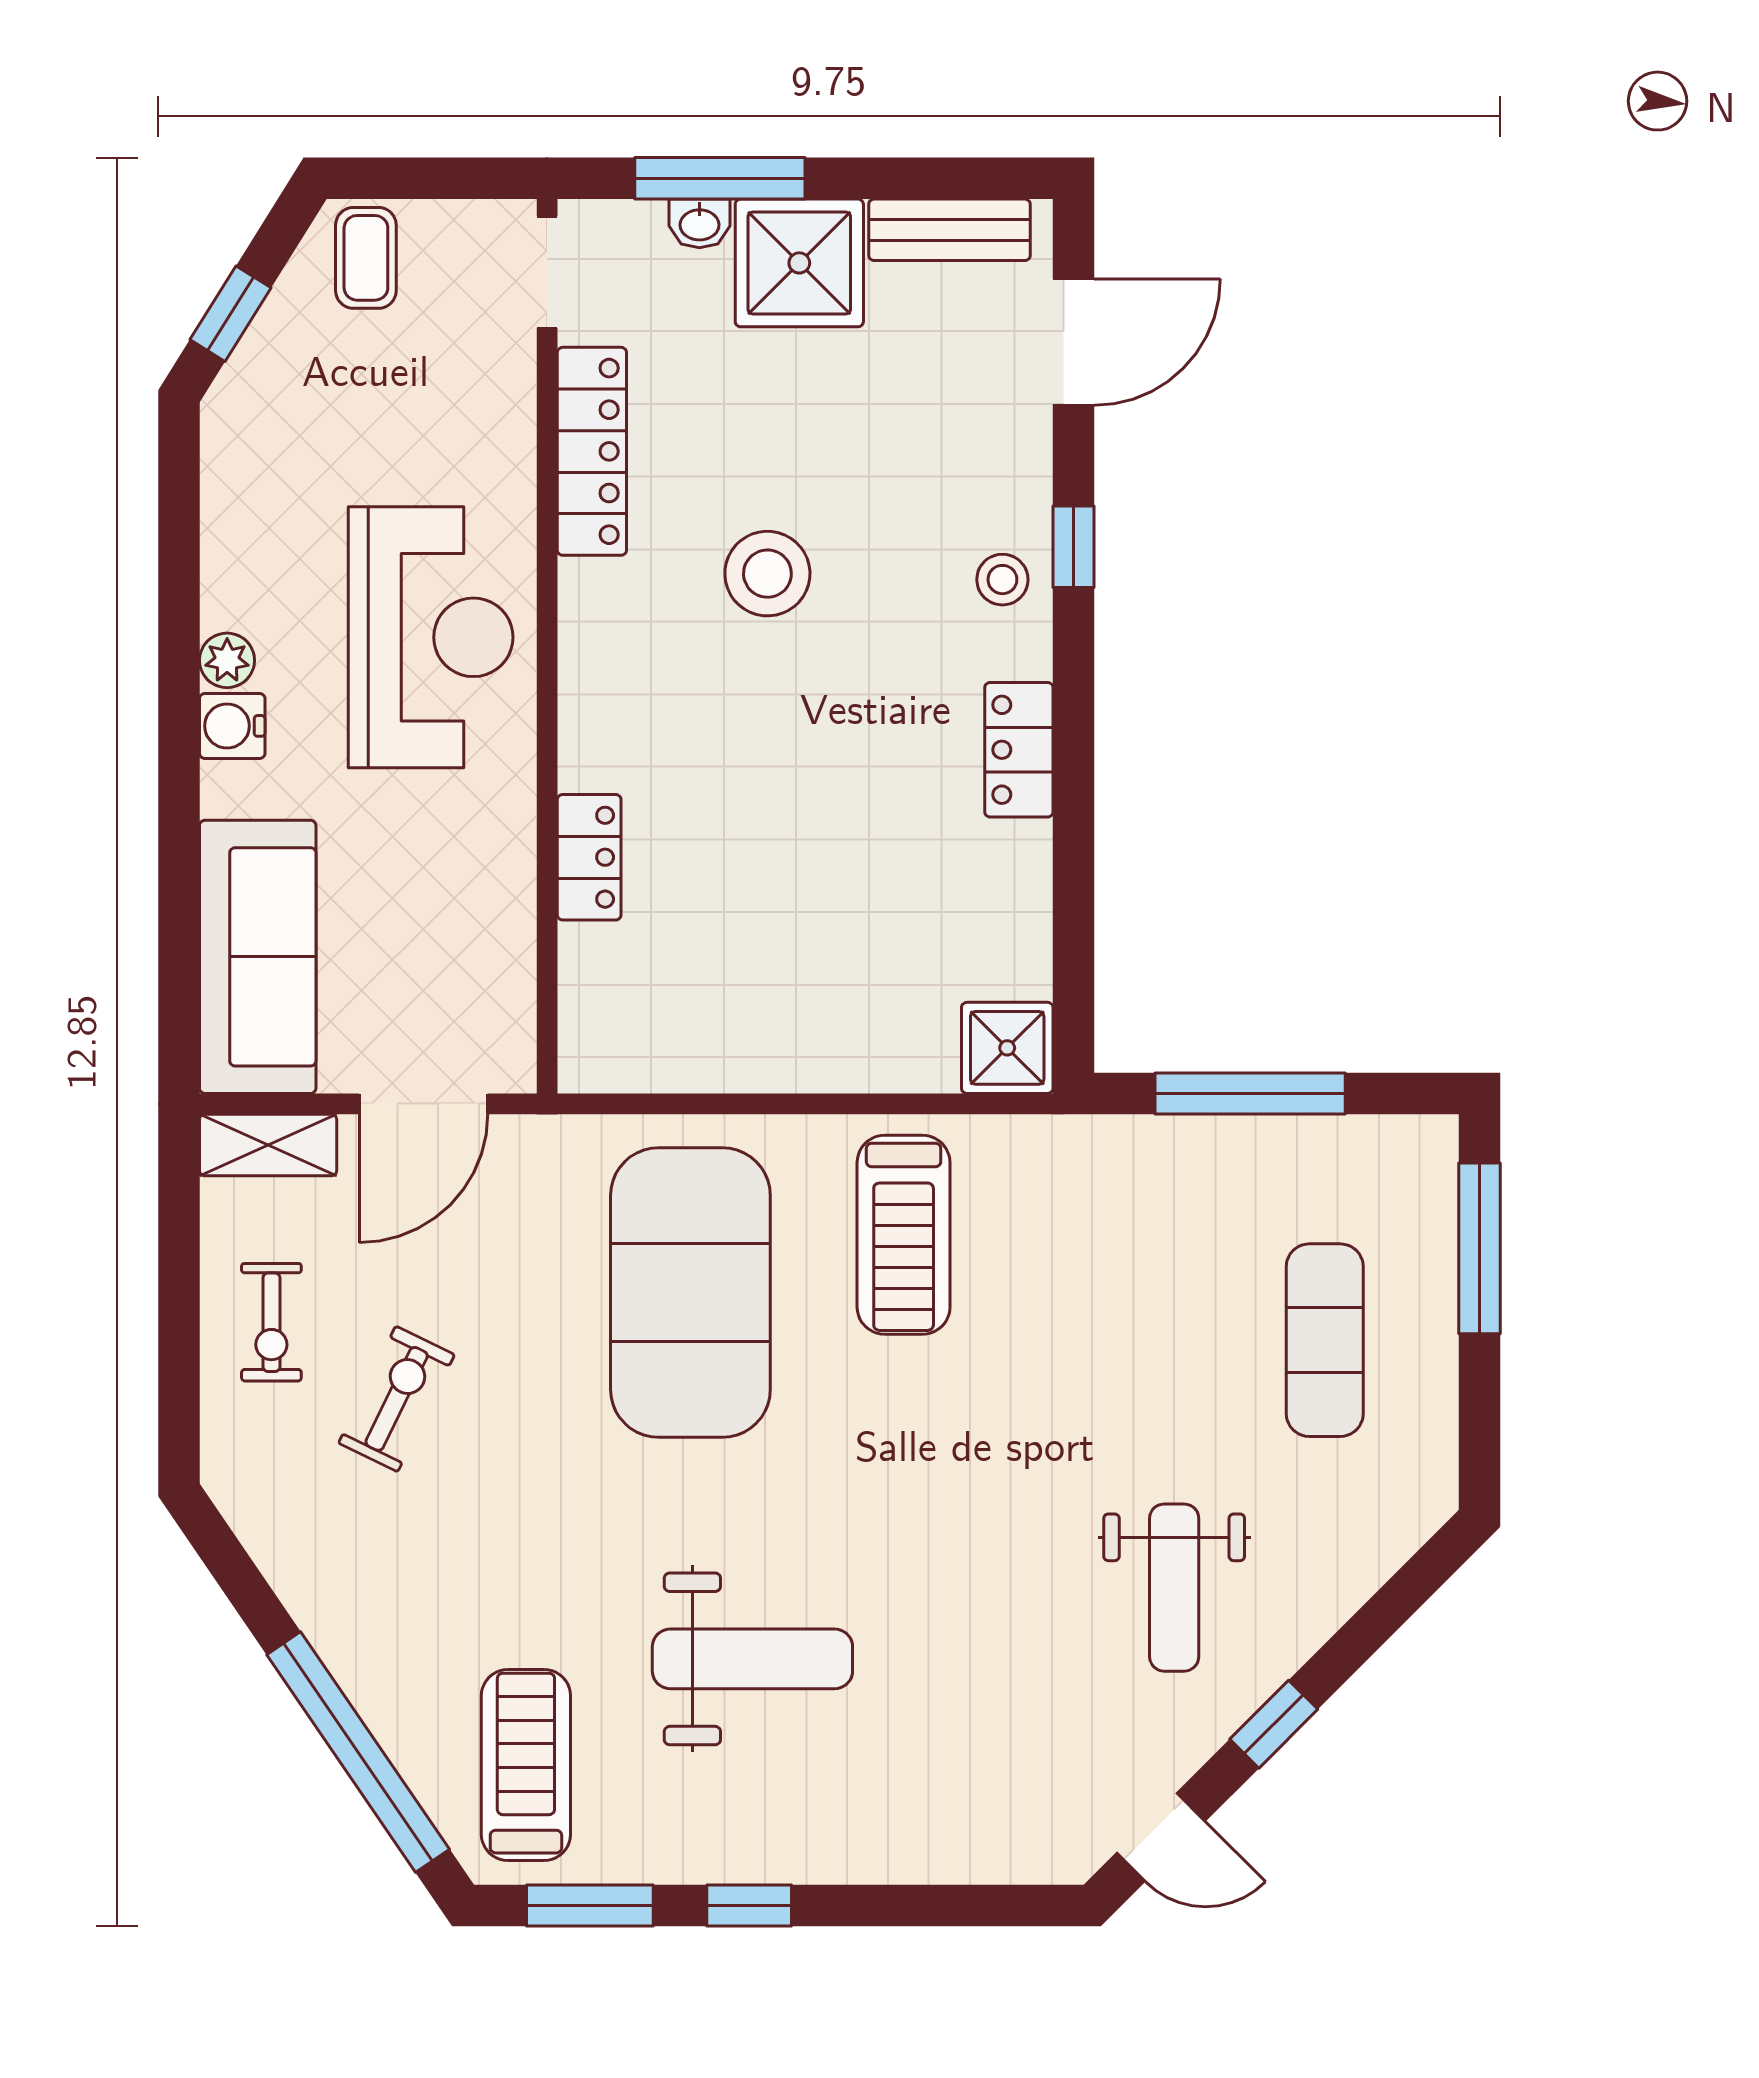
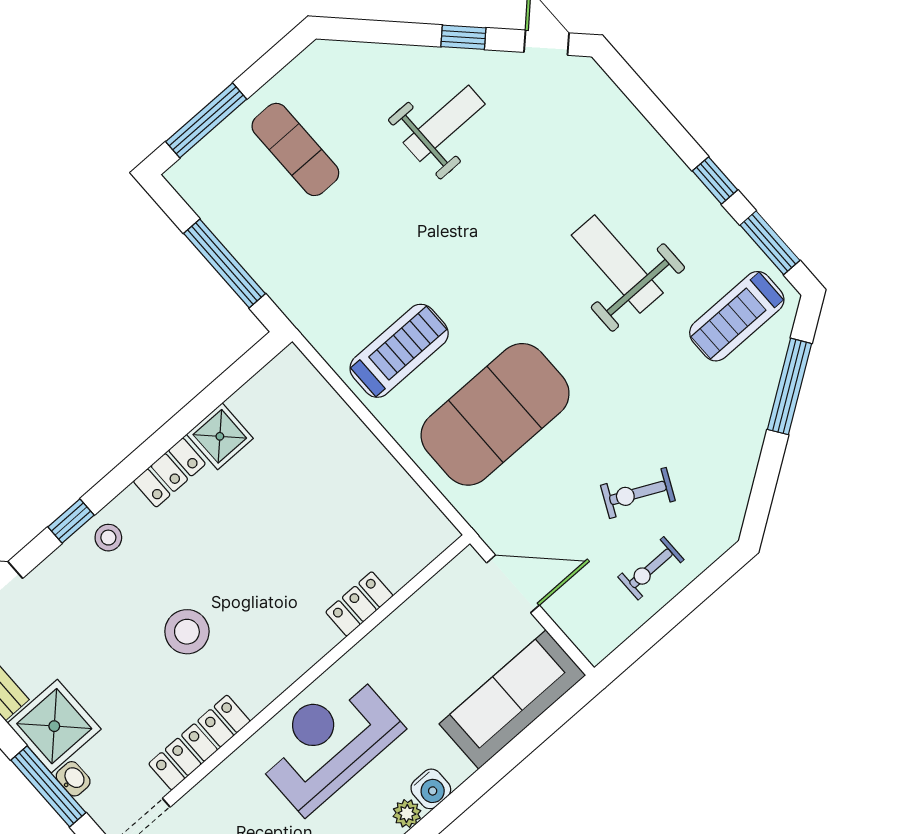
shower: (1007, 1048) -> (220, 436), moved
shelving: (268, 1145) -> (583, 631), removed
exercise bike: (271, 1322) -> (651, 568), turned 180
exercise mat: (1325, 1340) -> (295, 149), turned 90
window: (358, 1752) -> (789, 386), width x0.68

